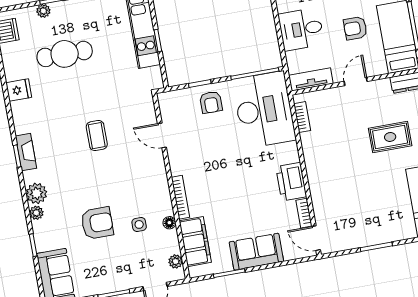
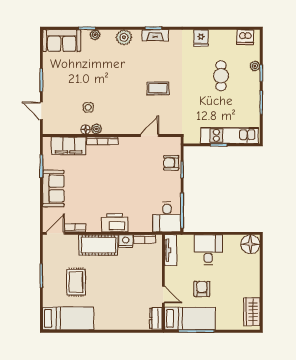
cafe table: (65, 54) -> (221, 76), width x0.73, depth x0.74
door: (356, 81) -> (163, 295), moved
armchair: (211, 102) -> (171, 163), moved
desk: (264, 110) -> (167, 217), width x0.53, depth x0.77
rug: (390, 137) -> (76, 282), moved
nightstand: (309, 142) -> (126, 241), added
cot: (321, 178) -> (98, 245), added
printer: (291, 182) -> (115, 223), moved
plant: (36, 213) -> (95, 35), moved
armchair: (97, 223) -> (95, 77), removed
plant: (176, 261) -> (96, 129), moved

